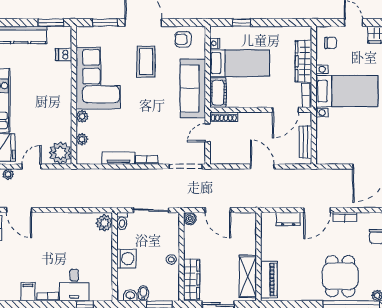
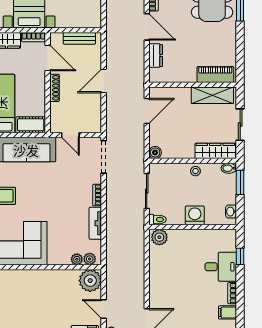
plant: (82, 116) -> (90, 259), moved
shoe rack: (224, 117) -> (54, 88), moved
door: (218, 210) -> (147, 111), moved
bidet: (143, 293) -> (229, 168), moved

